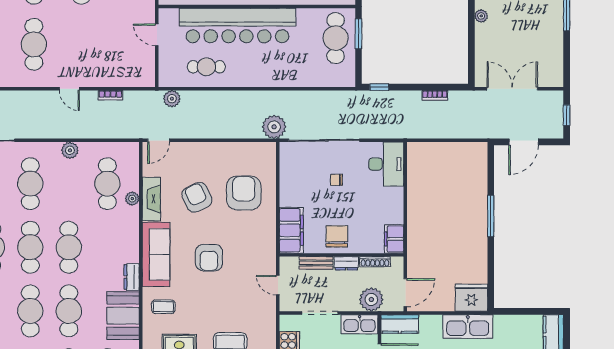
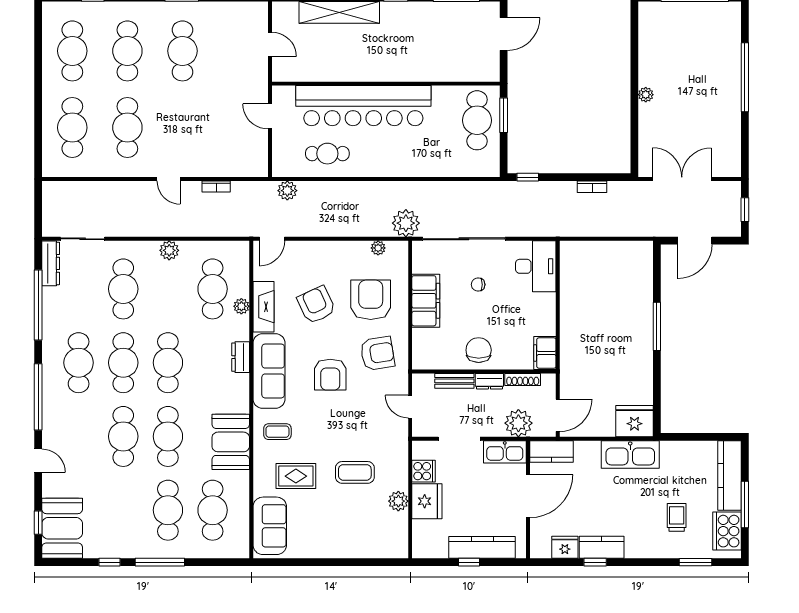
plant: (250, 148) -> (378, 248), added
filing cabinet: (291, 230) -> (426, 301), moved
armchair: (250, 239) -> (377, 353), added
dresser: (132, 277) -> (241, 357), moved

